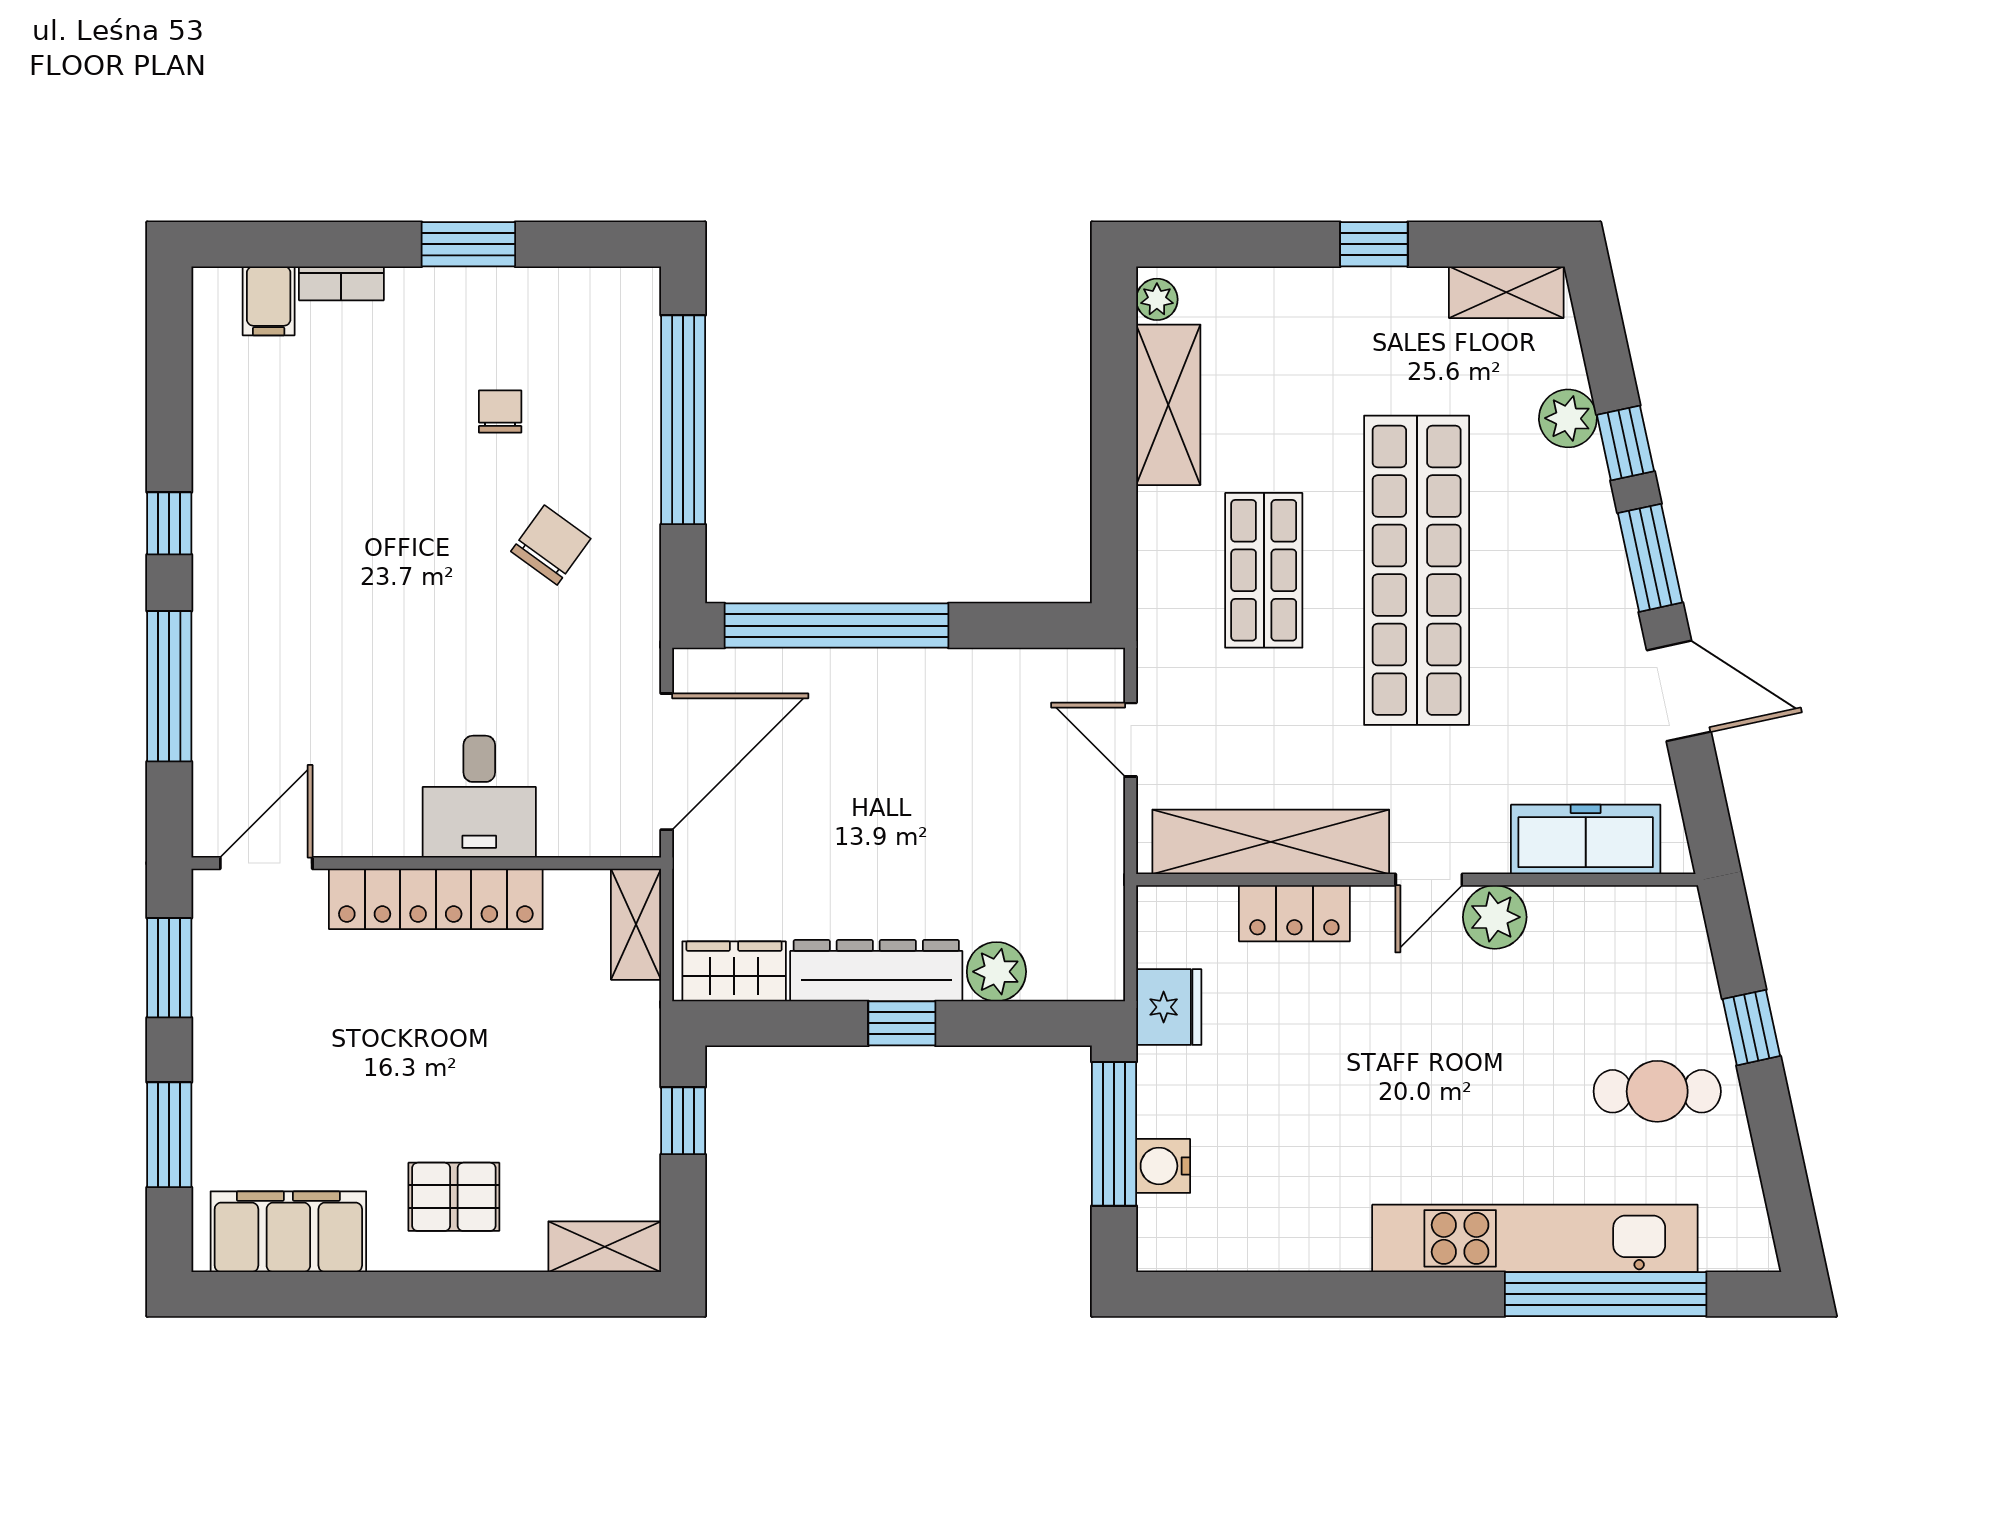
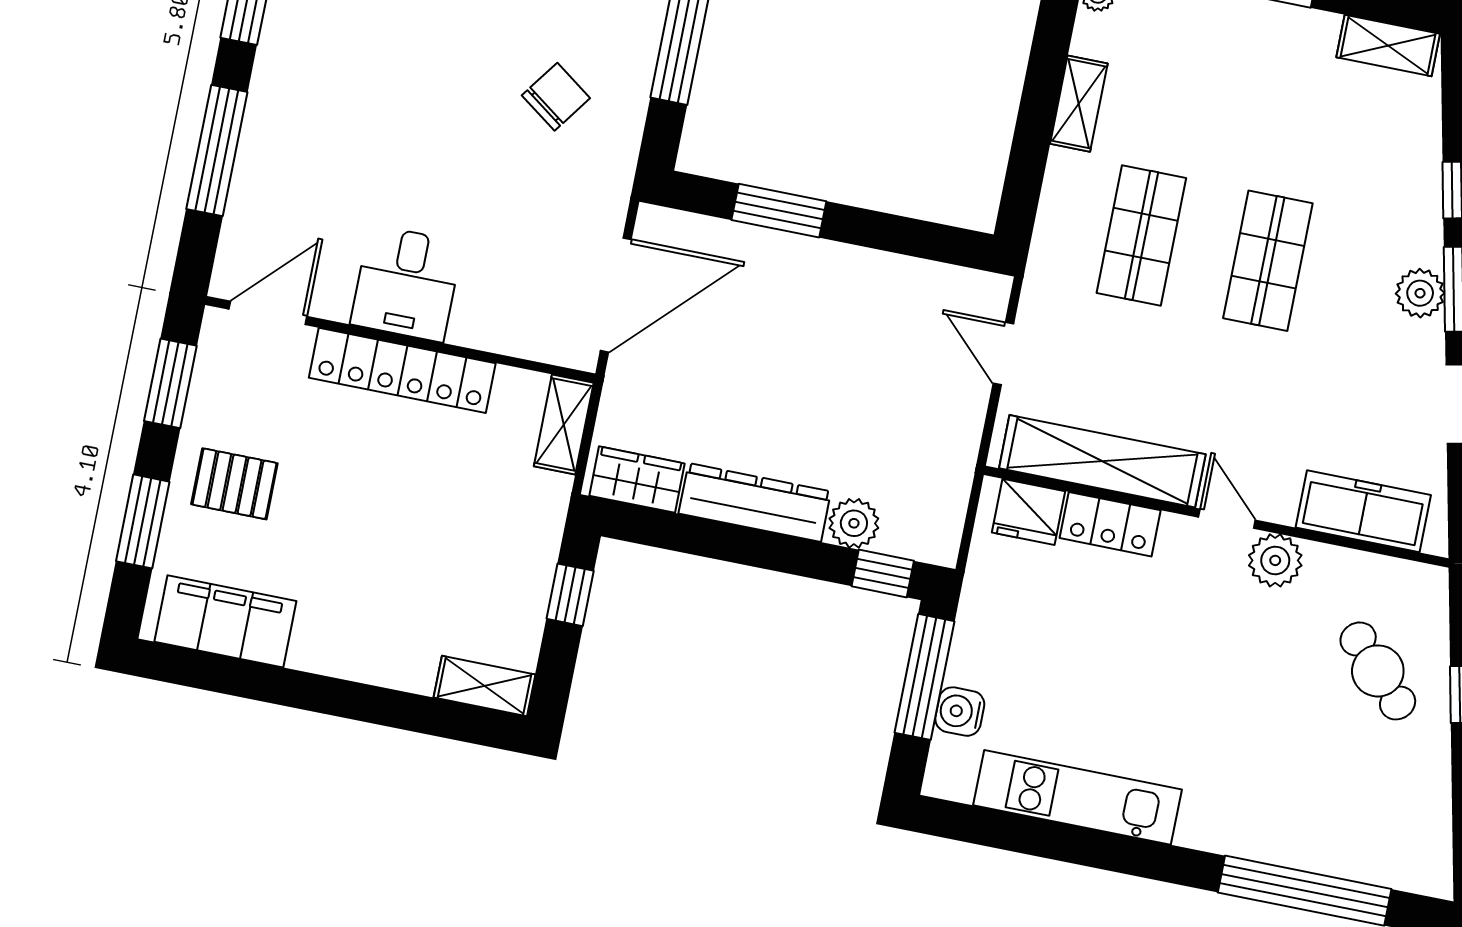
shelving: (1168, 405) -> (1079, 104), width x0.67, depth x0.75
plant: (1568, 418) -> (1420, 293), moved
shop shelf: (1417, 570) -> (1268, 261), width x0.50, depth x0.74
window: (837, 626) -> (779, 211), width x0.47
desk: (479, 797) -> (407, 283), moved
door: (1429, 880) -> (1227, 519), swing flipped
fridge: (1169, 1007) -> (1029, 512), moved, turned 90
window: (902, 1023) -> (883, 573), moved
cafe table: (1657, 1091) -> (1378, 671), moved, turned 47
pallet: (454, 1197) -> (234, 484), moved
kitchen unit: (1535, 1238) -> (1077, 797), moved, width x0.73

